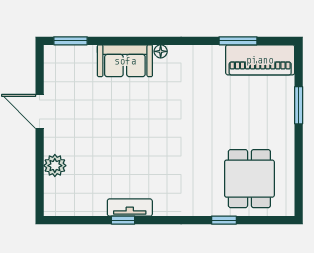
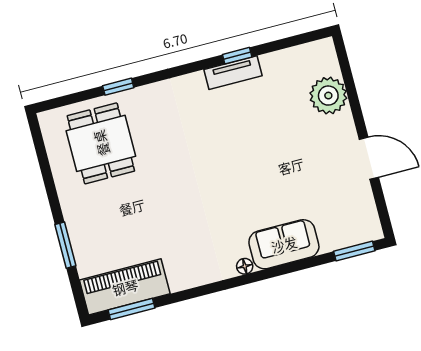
window: (238, 41) -> (132, 309), moved
plant: (55, 166) -> (328, 96), width x1.36, depth x1.36

